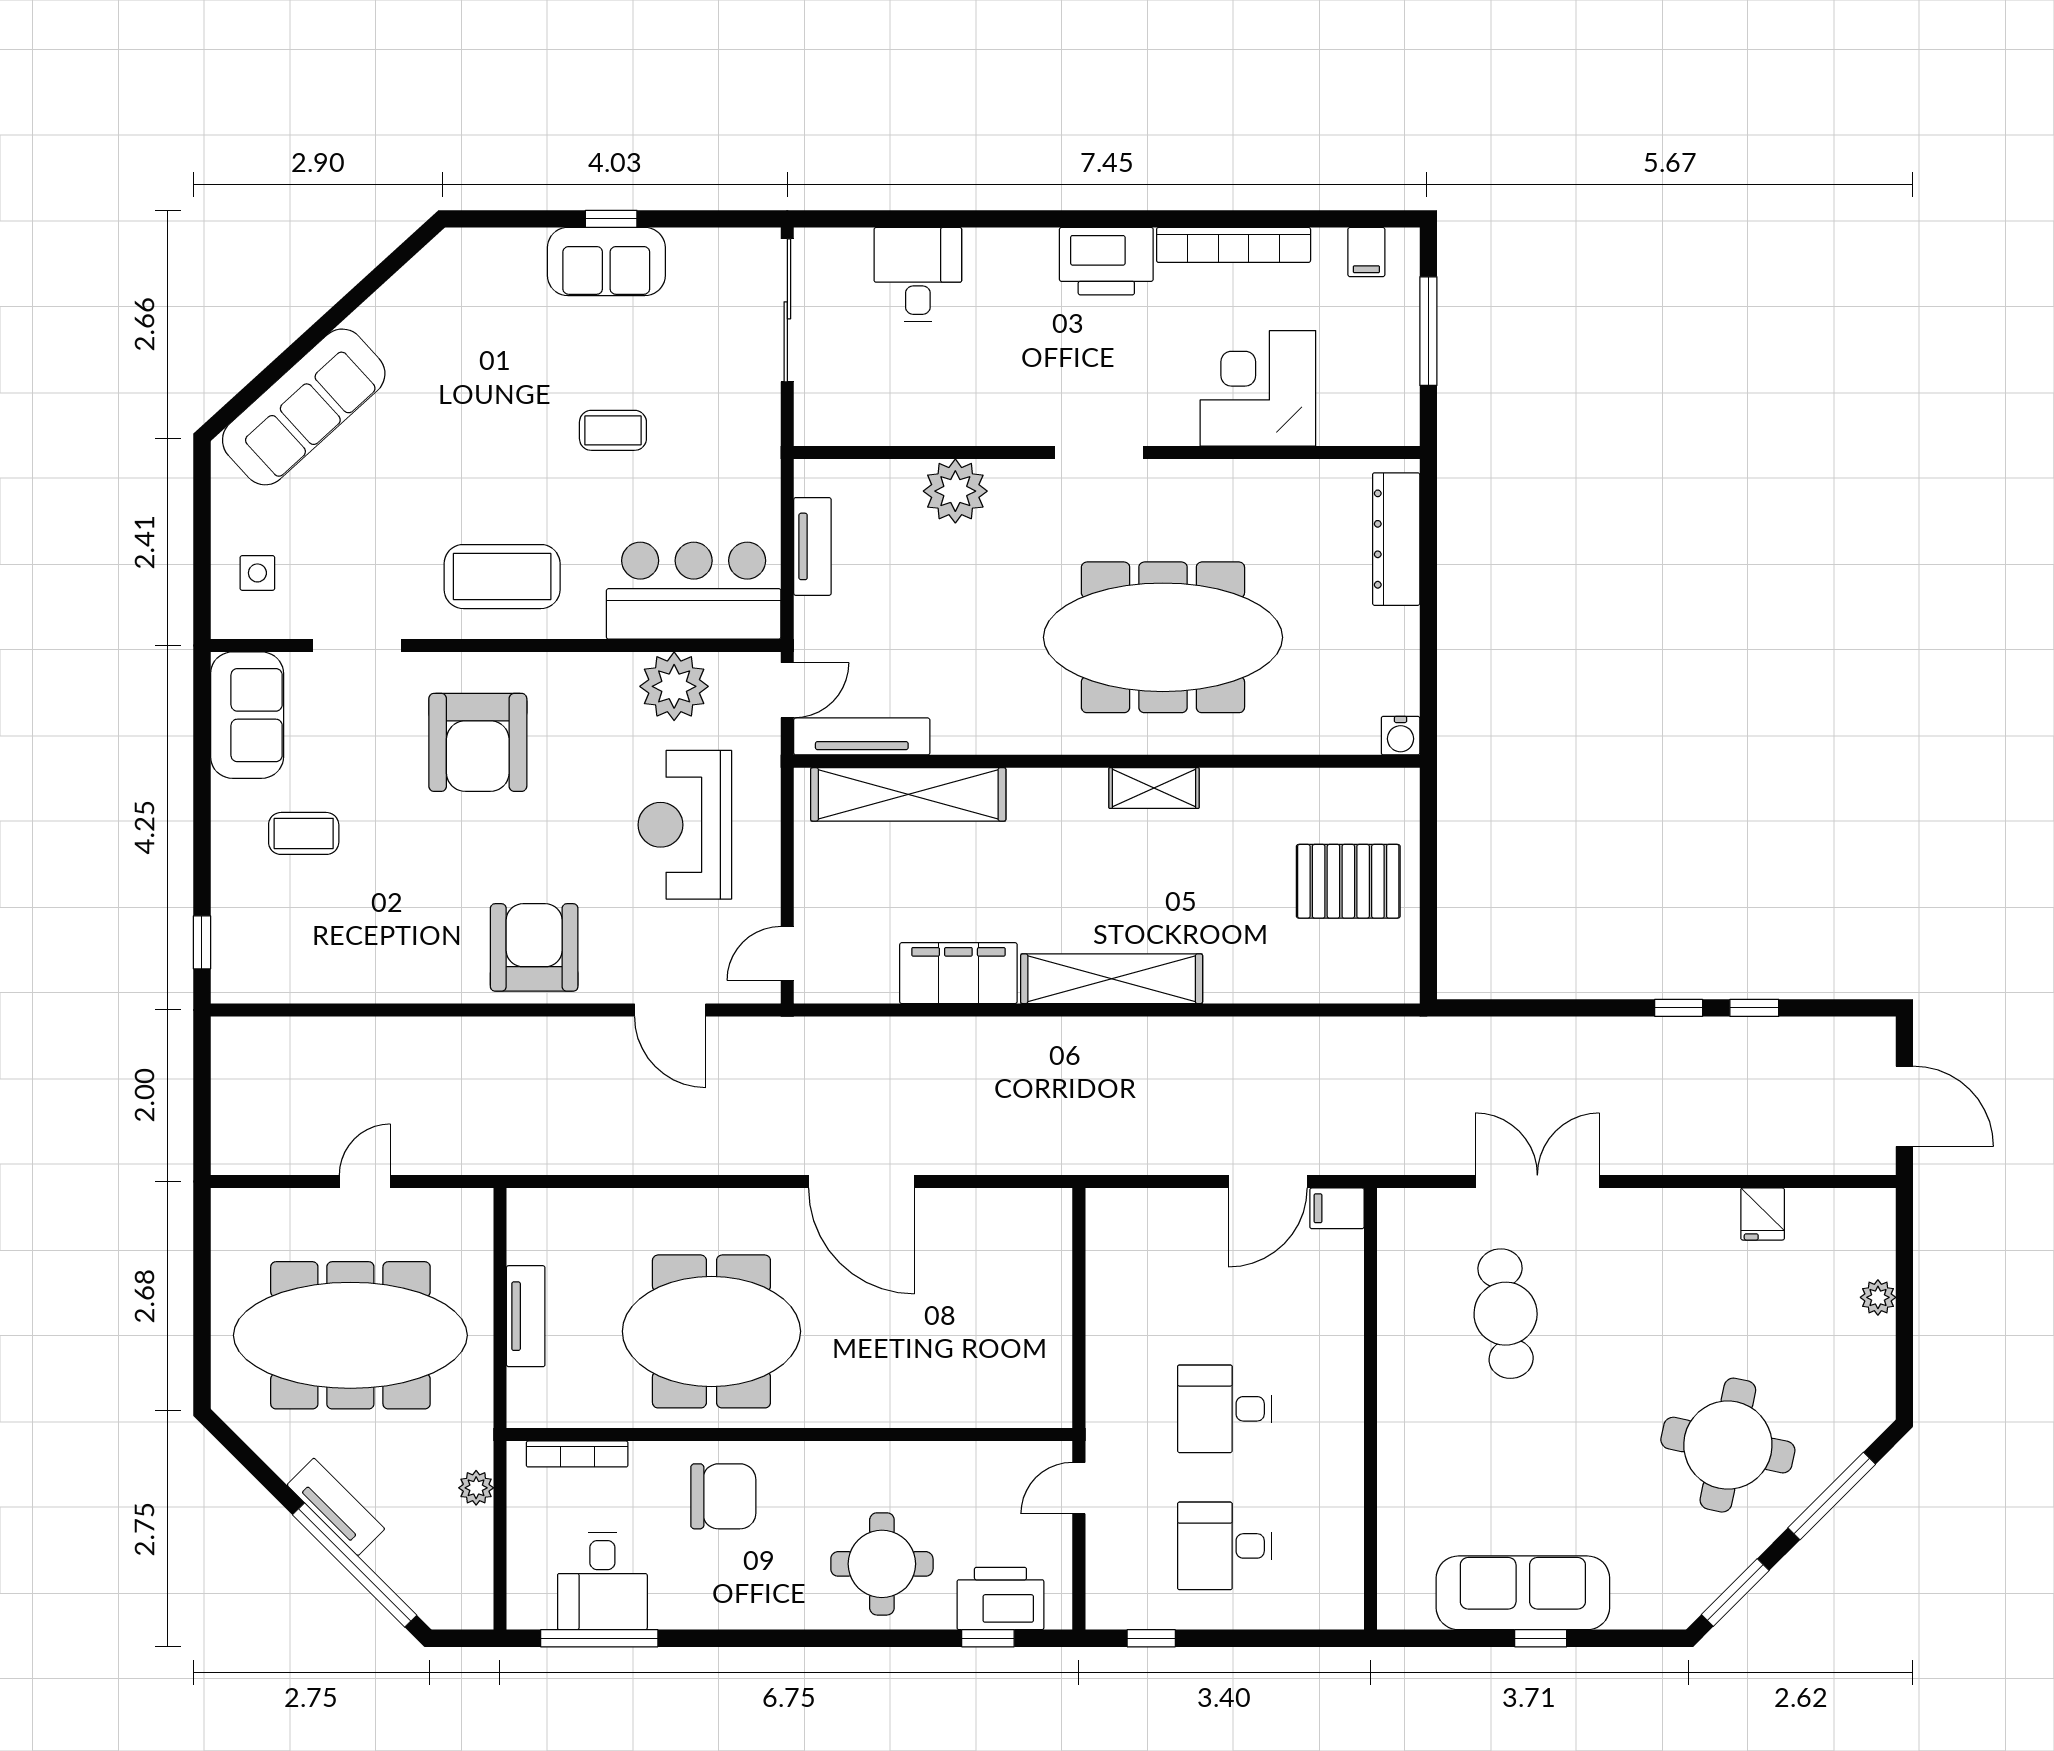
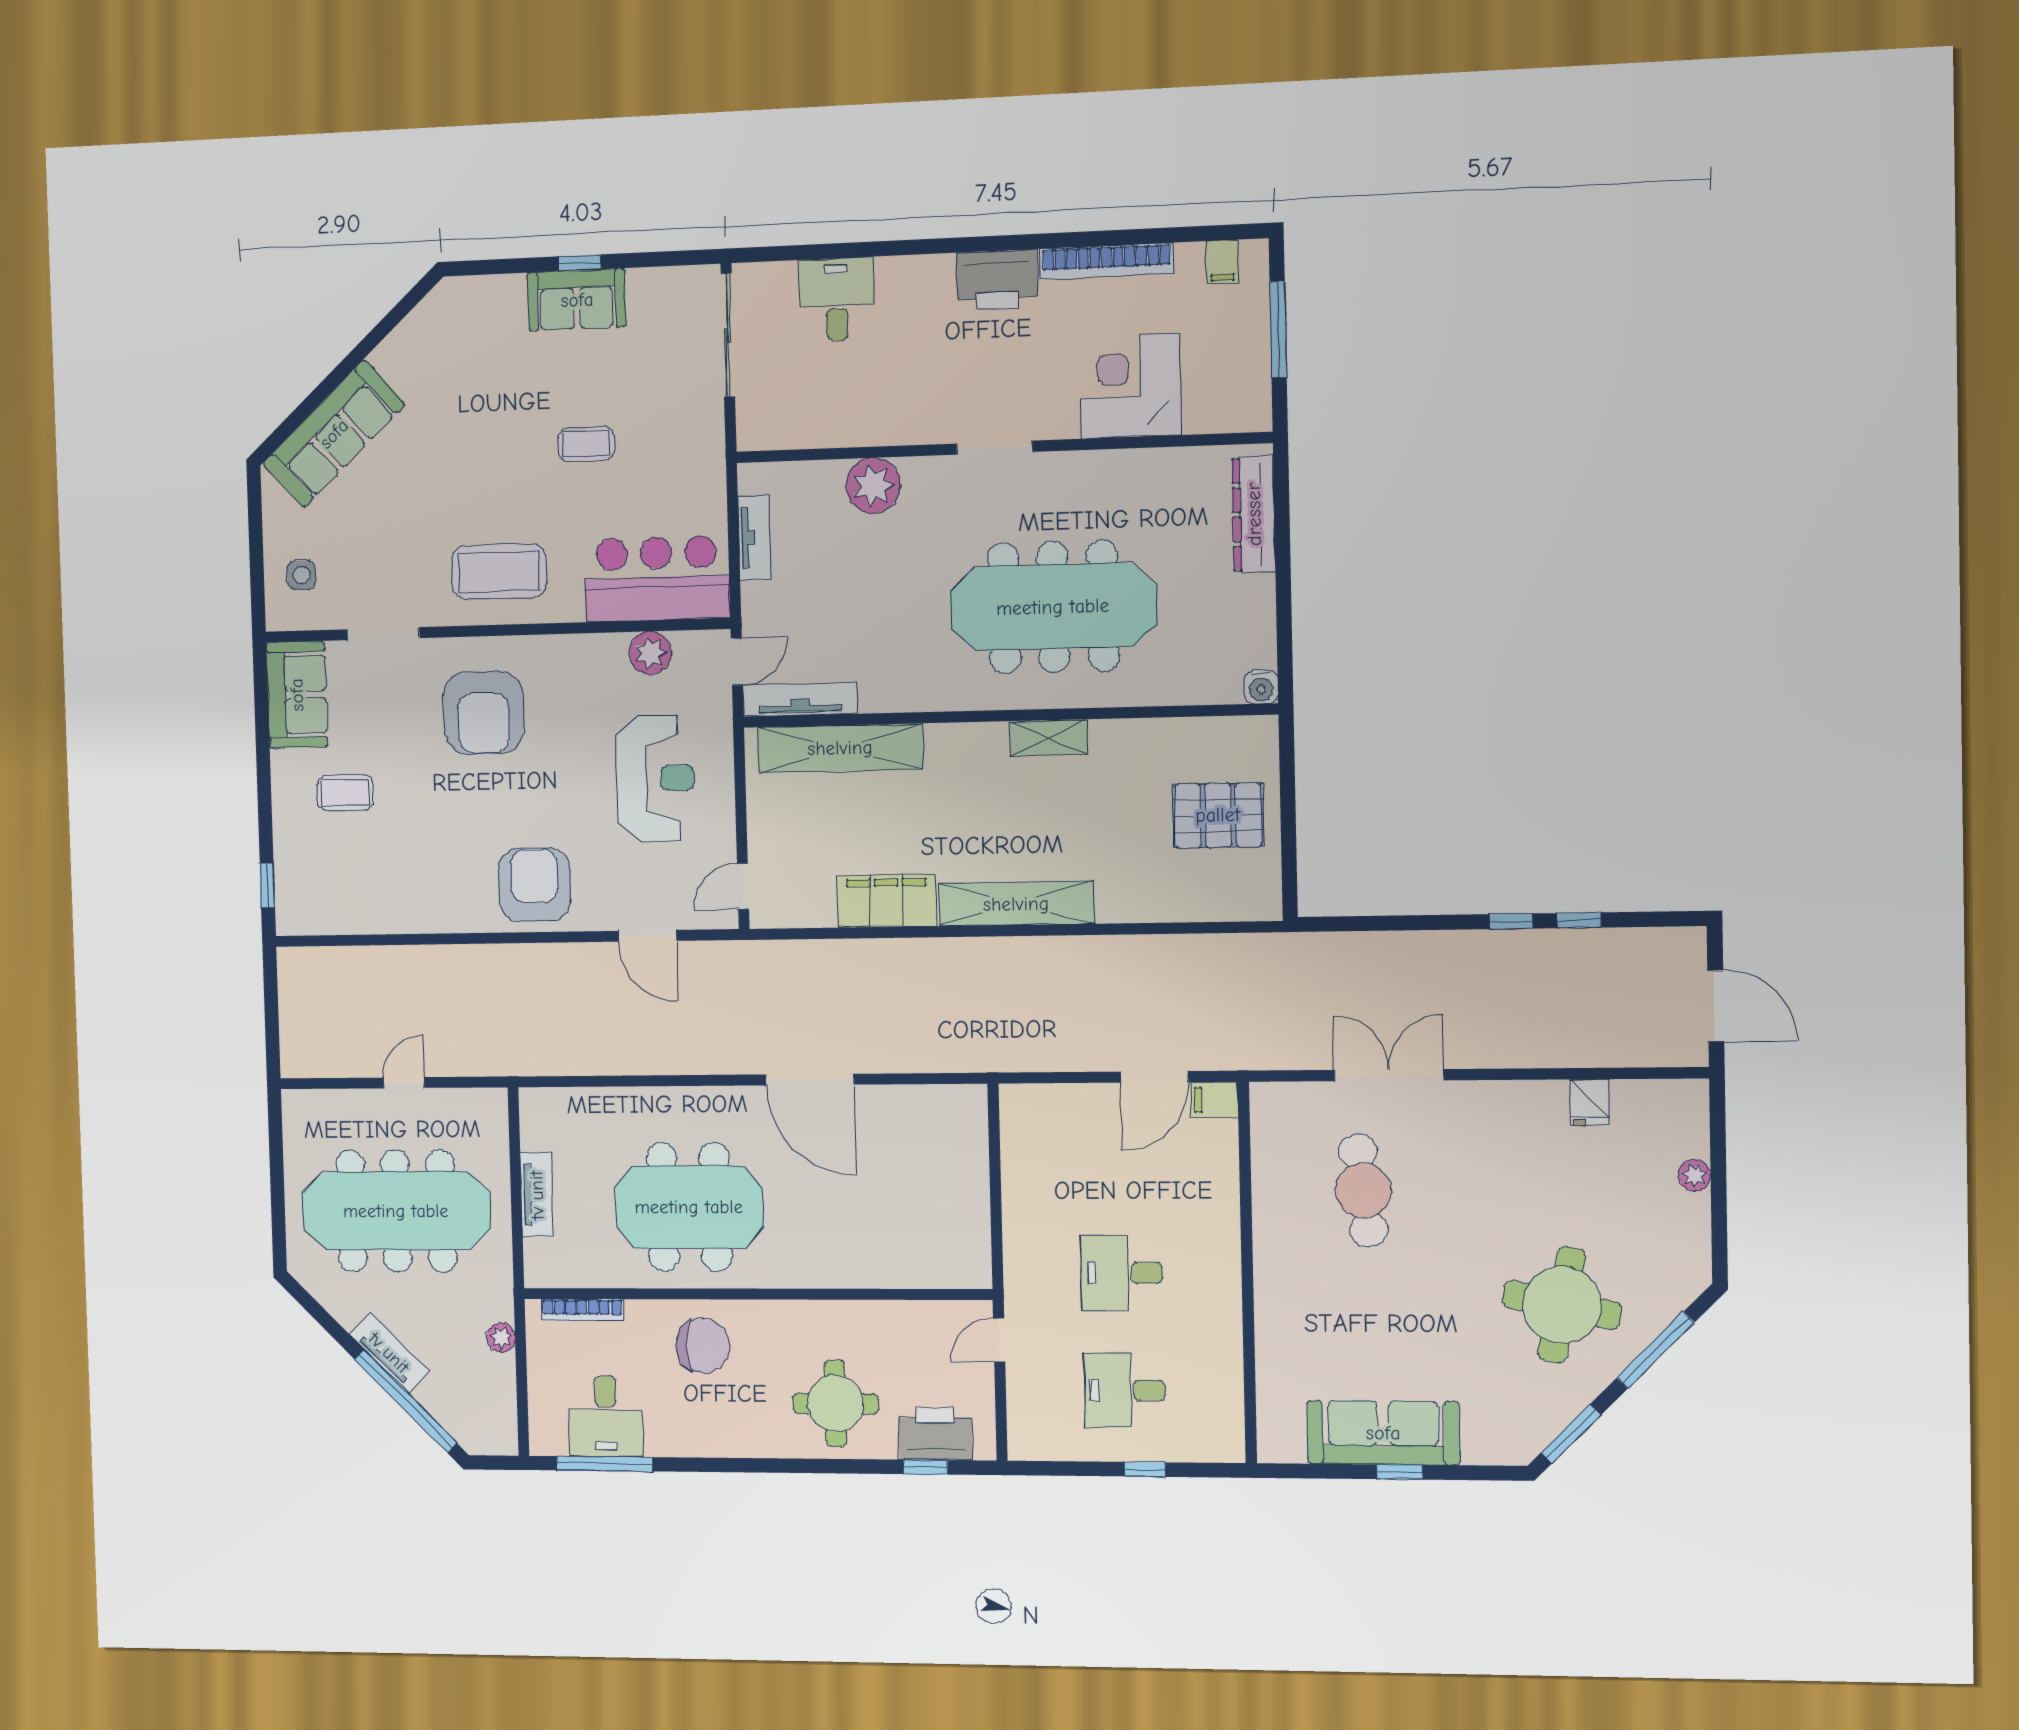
plant: (674, 686) -> (650, 653), width x0.73, depth x0.73
reception desk: (685, 825) -> (655, 778), turned 180
window: (1151, 1638) -> (1145, 1469), moved

